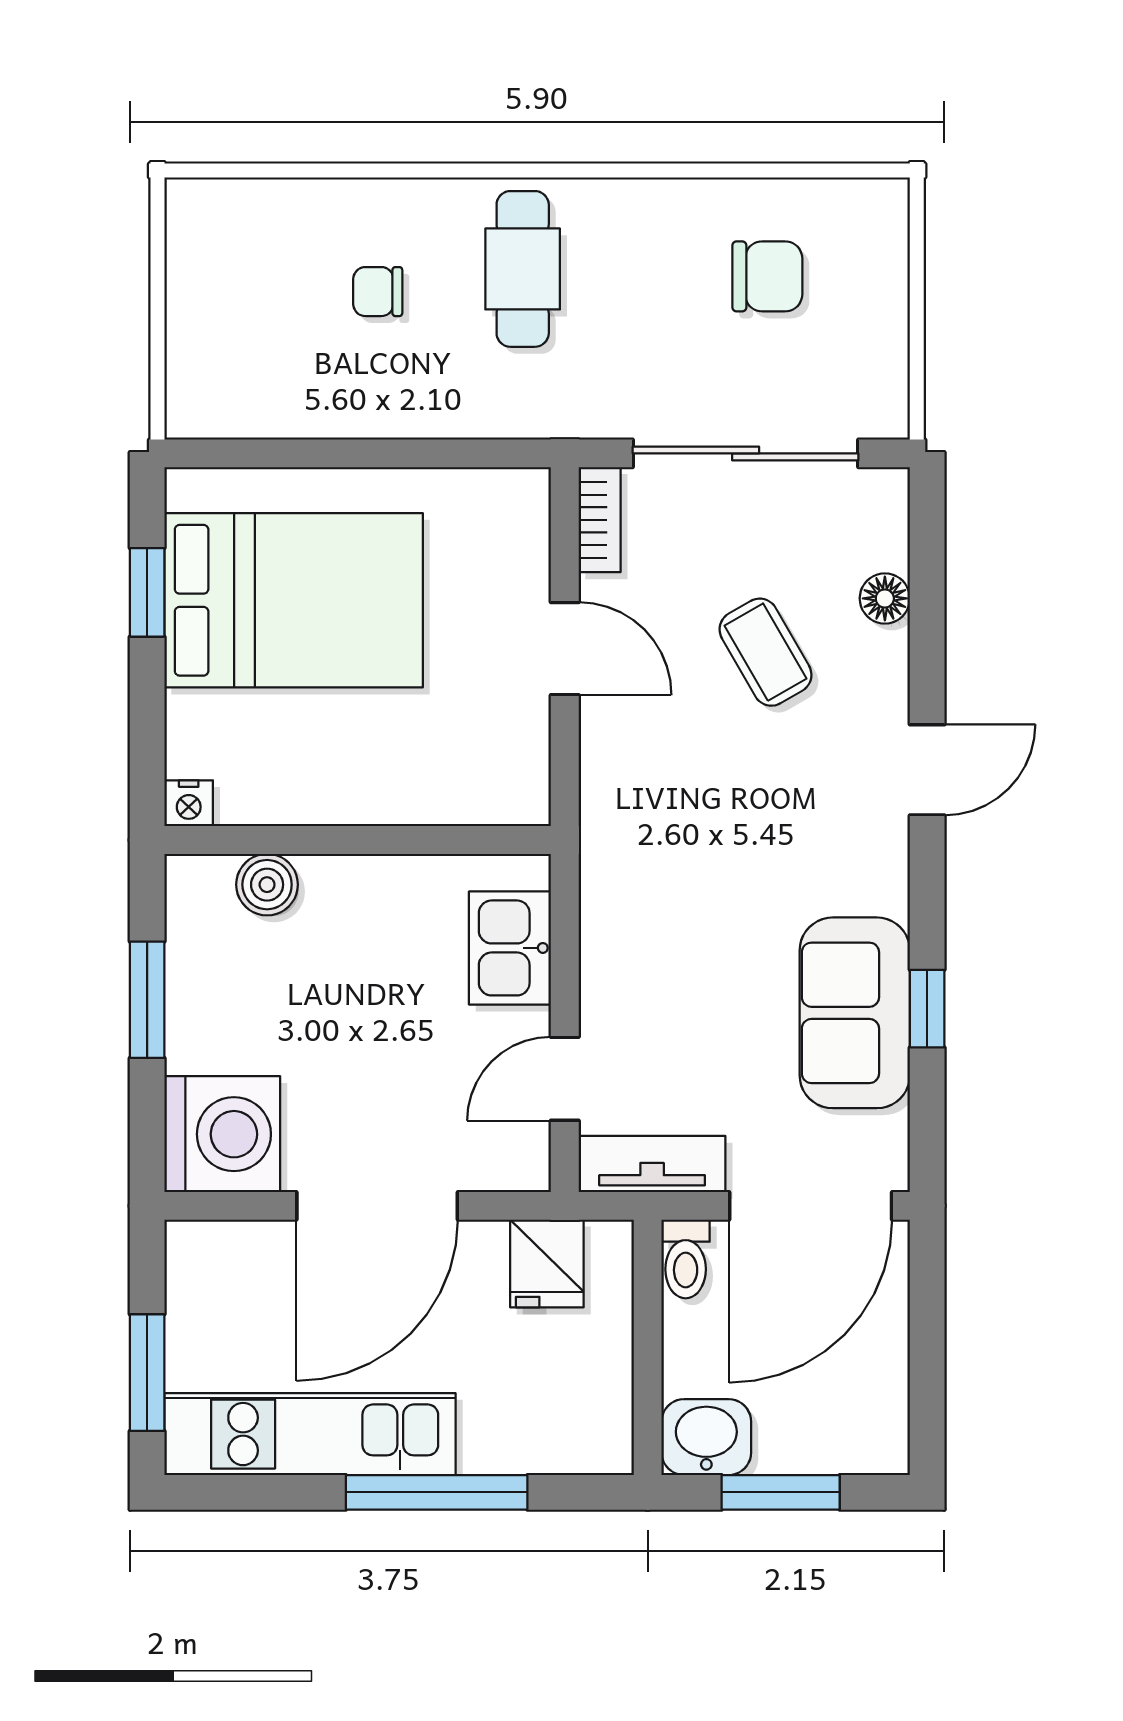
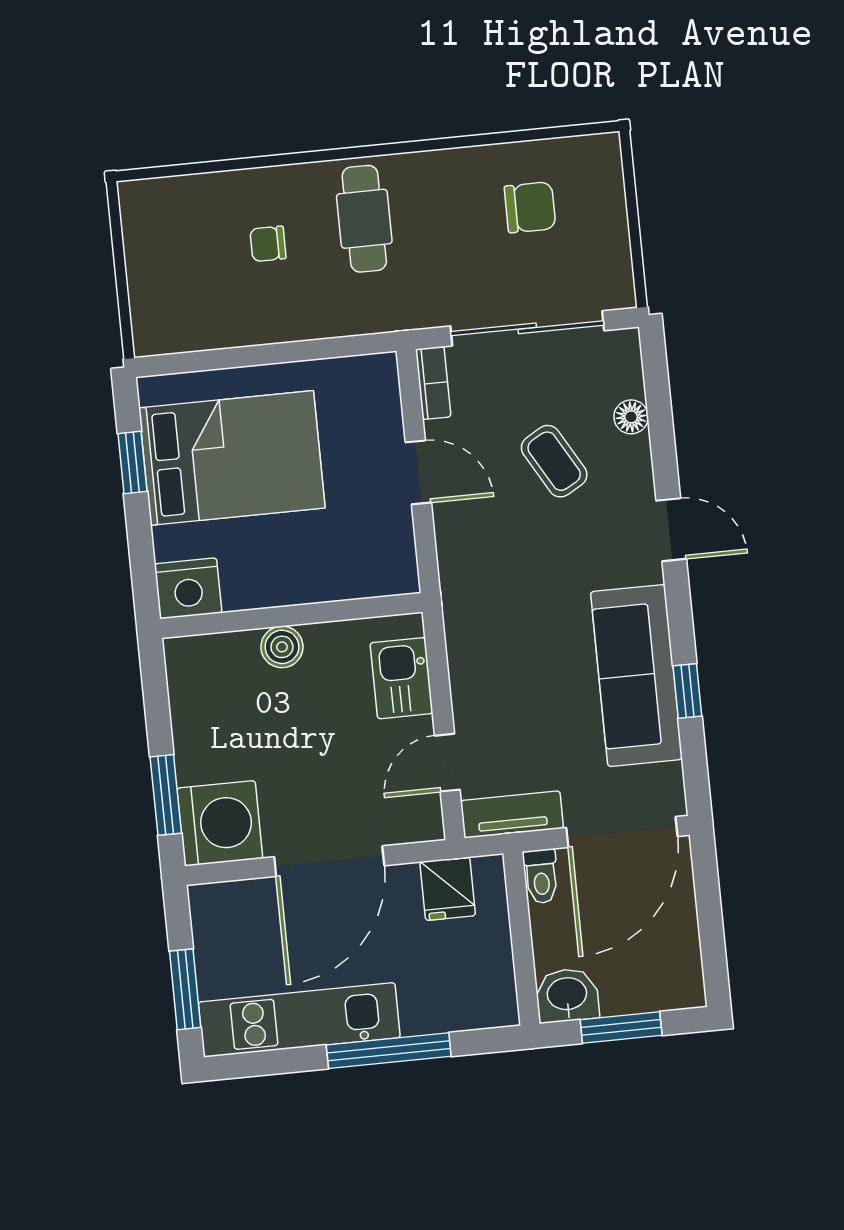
door: (927, 770) -> (671, 530), hinge flipped
nightstand: (189, 803) -> (188, 588), width x1.89, depth x1.79
boiler: (267, 885) -> (282, 647), moved
window: (147, 1000) -> (166, 795), moved
sofa: (855, 1013) -> (636, 676), width x1.36

